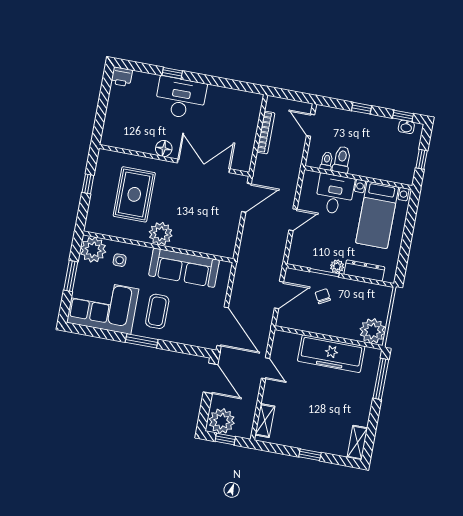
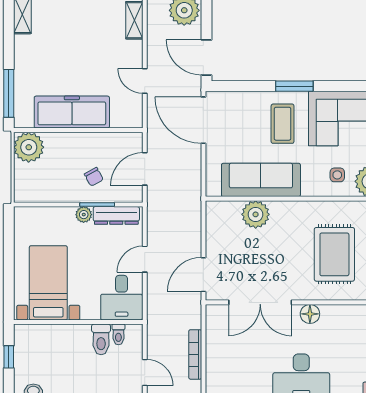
desk: (335, 194) -> (122, 298), moved
plant: (161, 234) -> (256, 214), moved
dresser: (364, 271) -> (116, 215), moved

